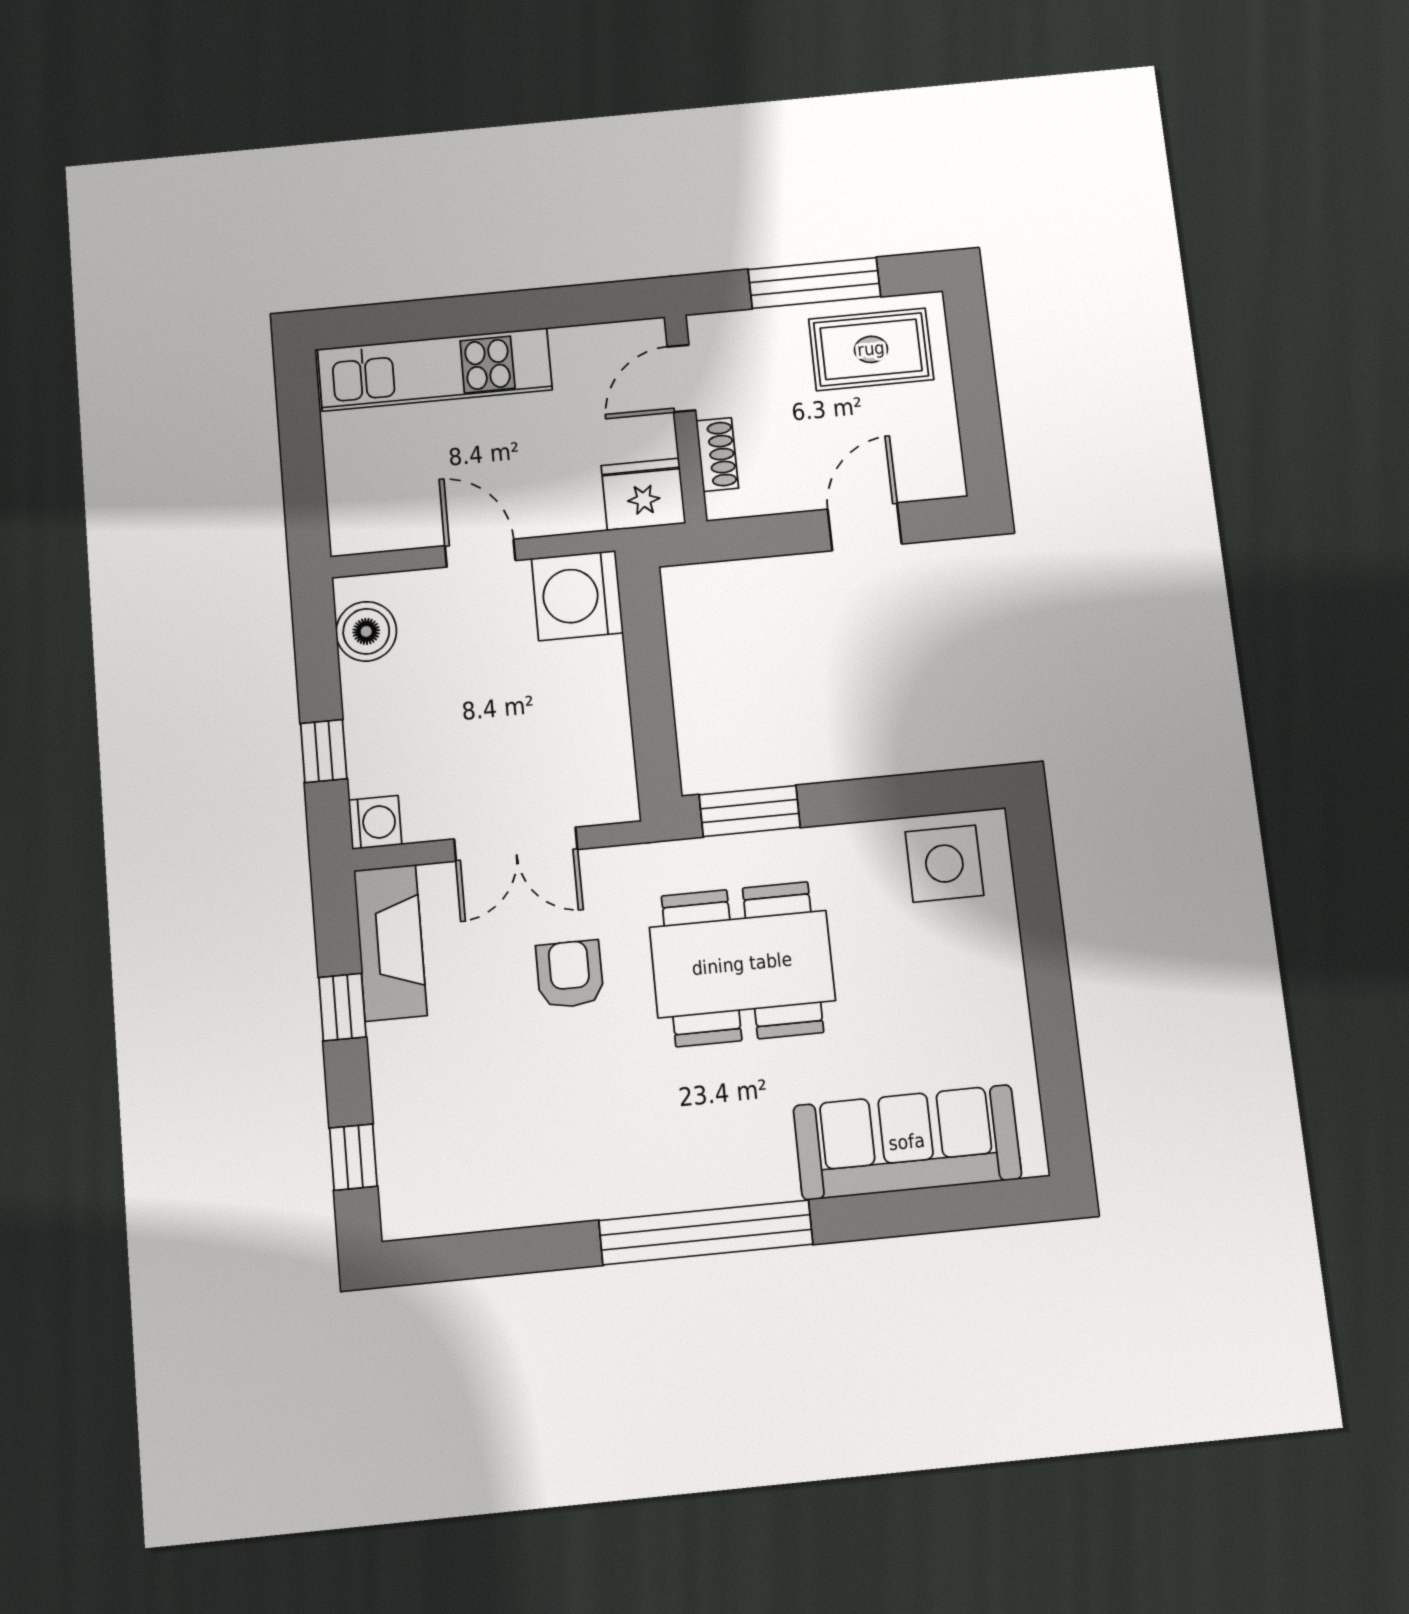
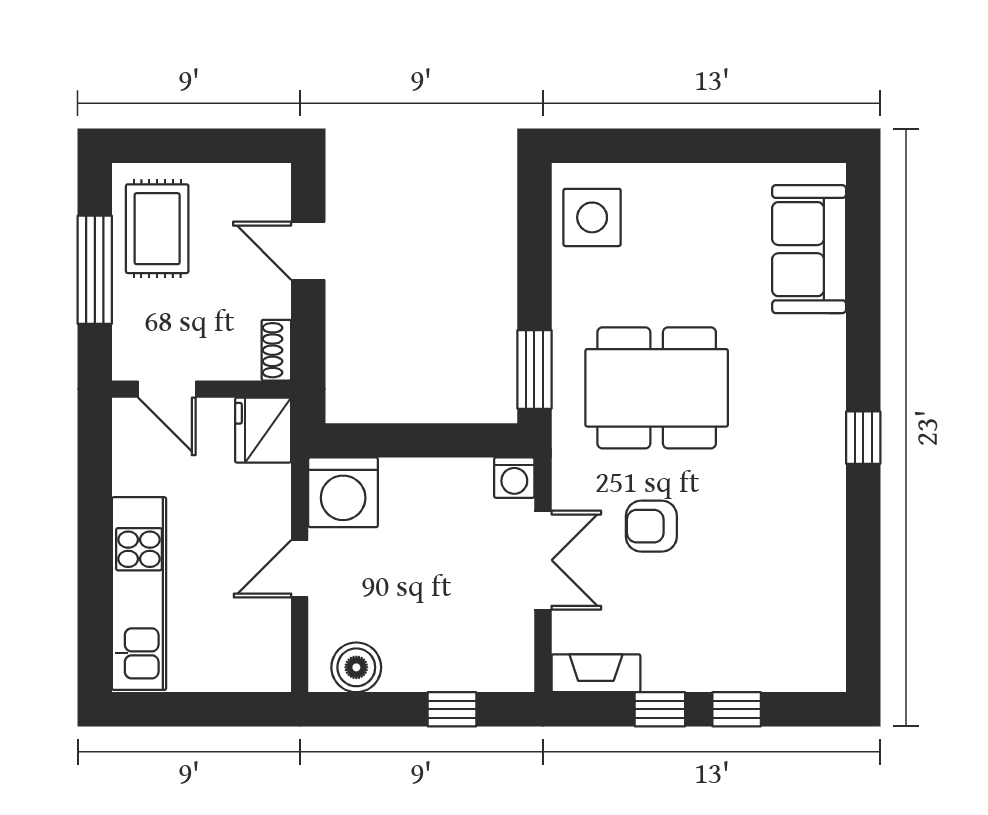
shoe rack: (717, 455) -> (276, 350), moved, turned -90
washing machine: (375, 822) -> (514, 478), moved, turned 180
fireplace: (390, 943) -> (596, 673), width x0.73, depth x0.76
dining table: (742, 964) -> (657, 388), turned 90
sofa: (907, 1142) -> (809, 249), width x0.73
window: (353, 1157) -> (737, 709), moved
window: (706, 1232) -> (863, 438), width x0.32

